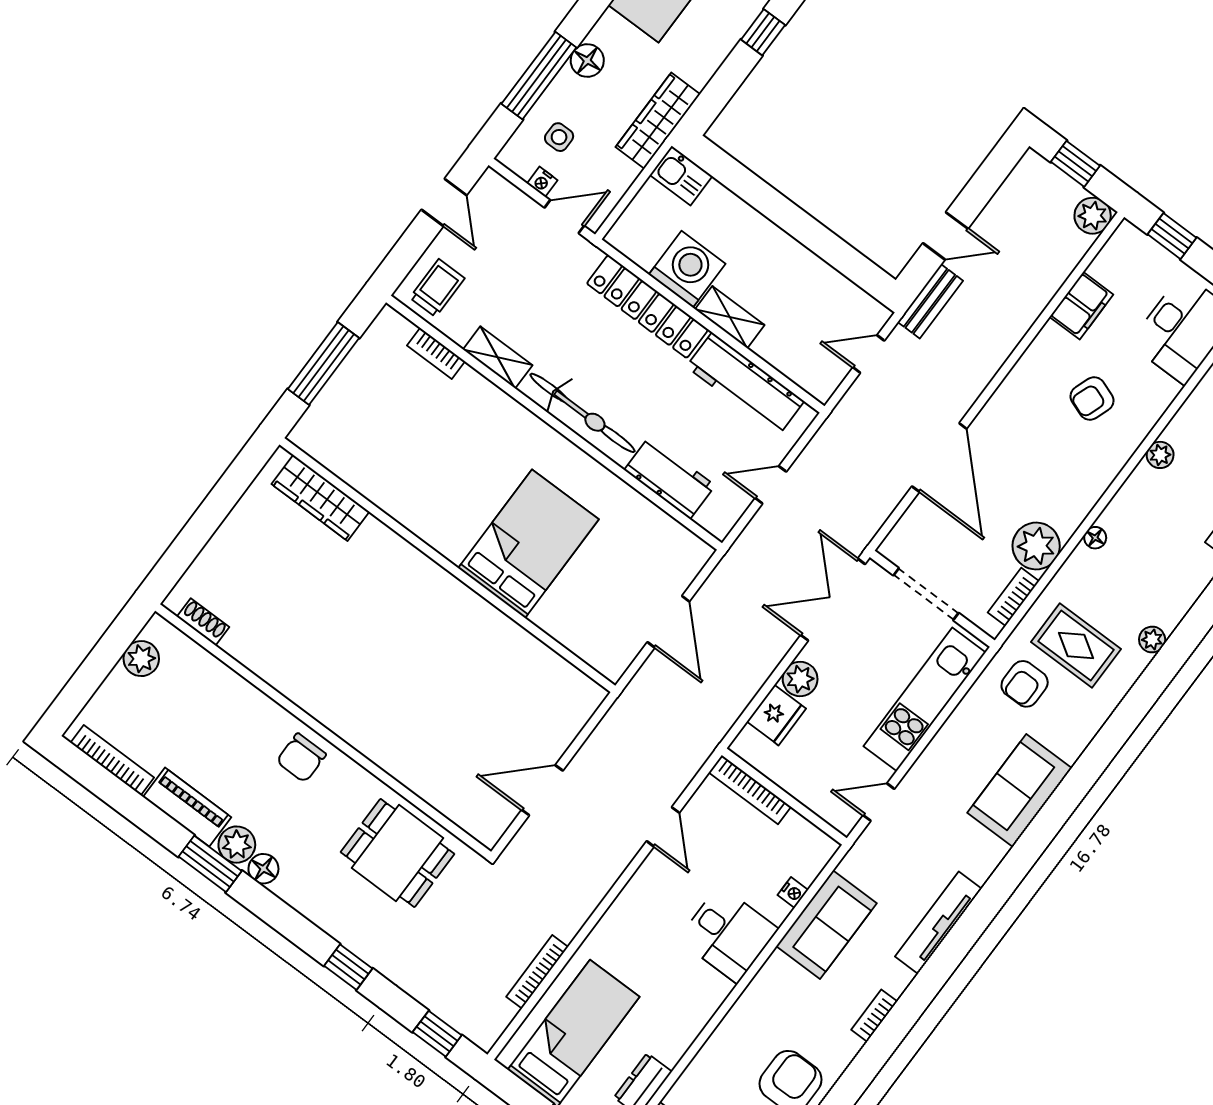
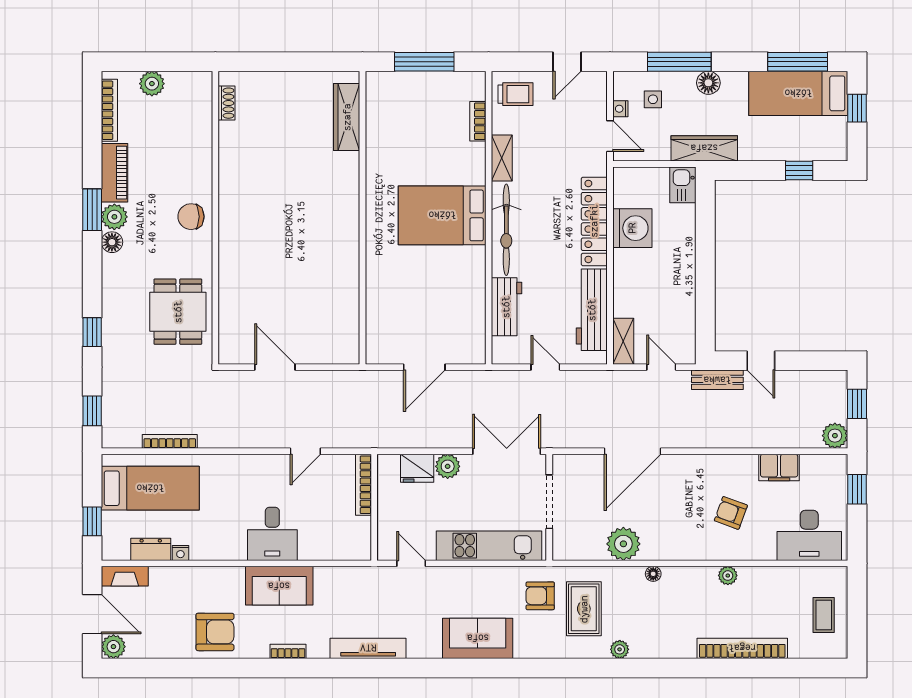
shelving: (730, 317) -> (623, 341), moved
bed: (528, 544) -> (442, 215), moved, turned 180
bookcase: (1013, 597) -> (585, 553), removed
plant: (141, 659) -> (152, 84), moved
nightstand: (793, 892) -> (180, 553), moved
sofa: (826, 925) -> (279, 586), moved

